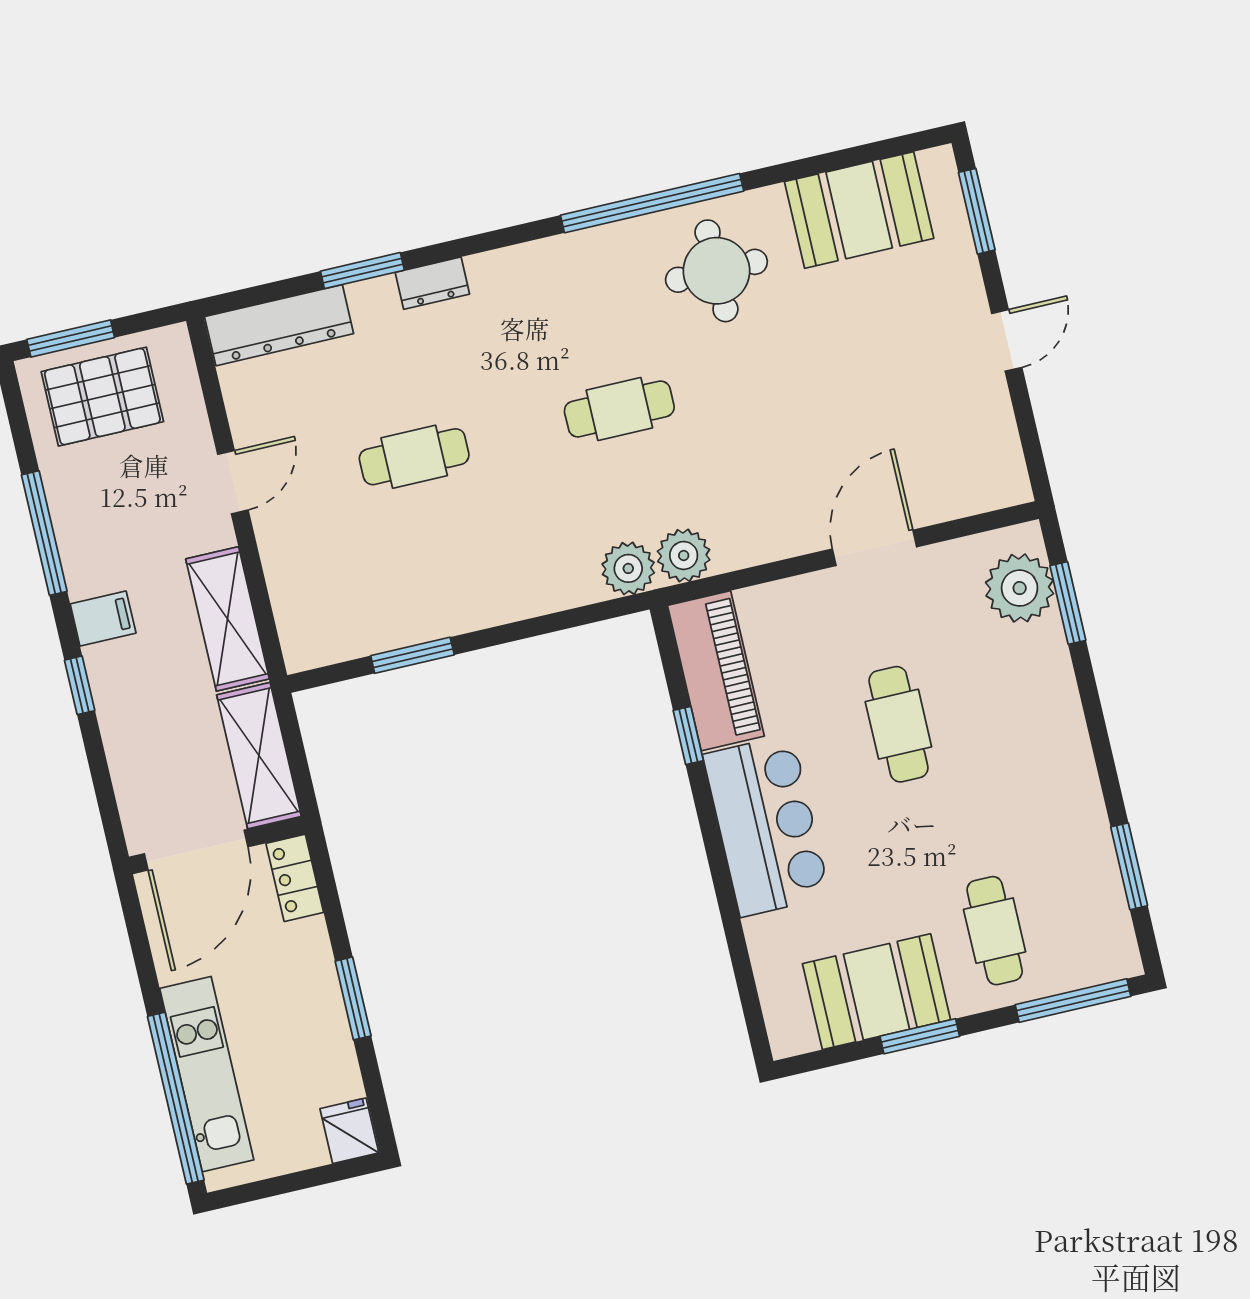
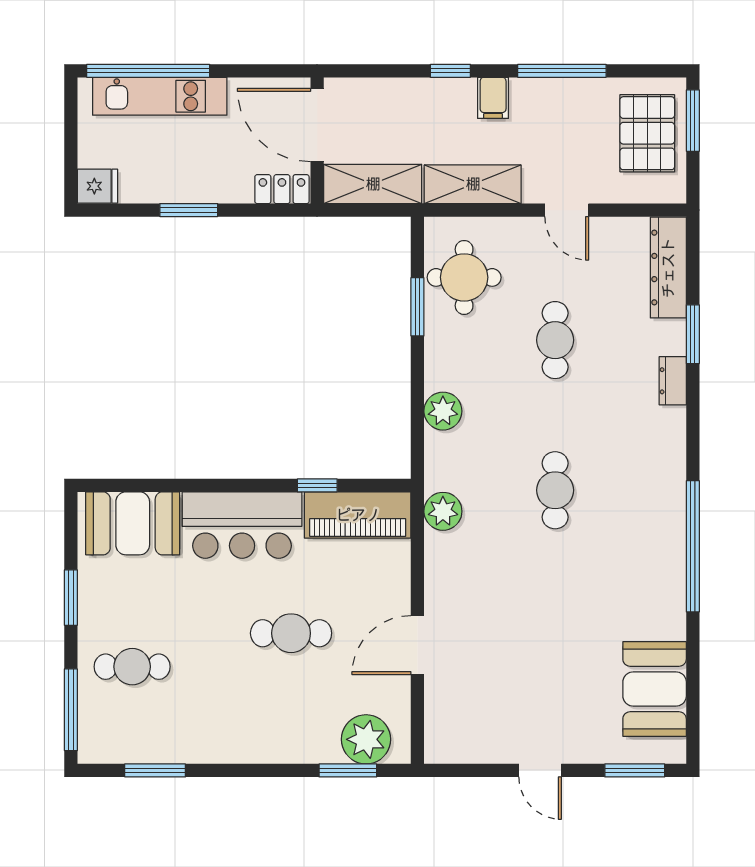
round table: (716, 271) -> (464, 277), moved
door: (875, 548) -> (417, 645), swing flipped
plant: (628, 568) -> (443, 411), moved
booth: (876, 992) -> (133, 523), moved, turned 90

